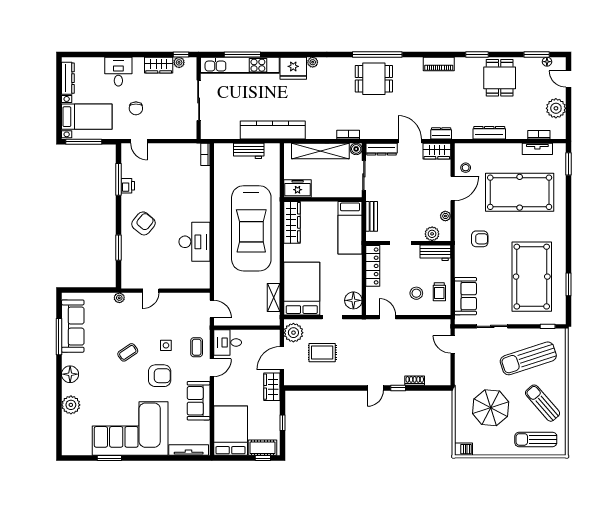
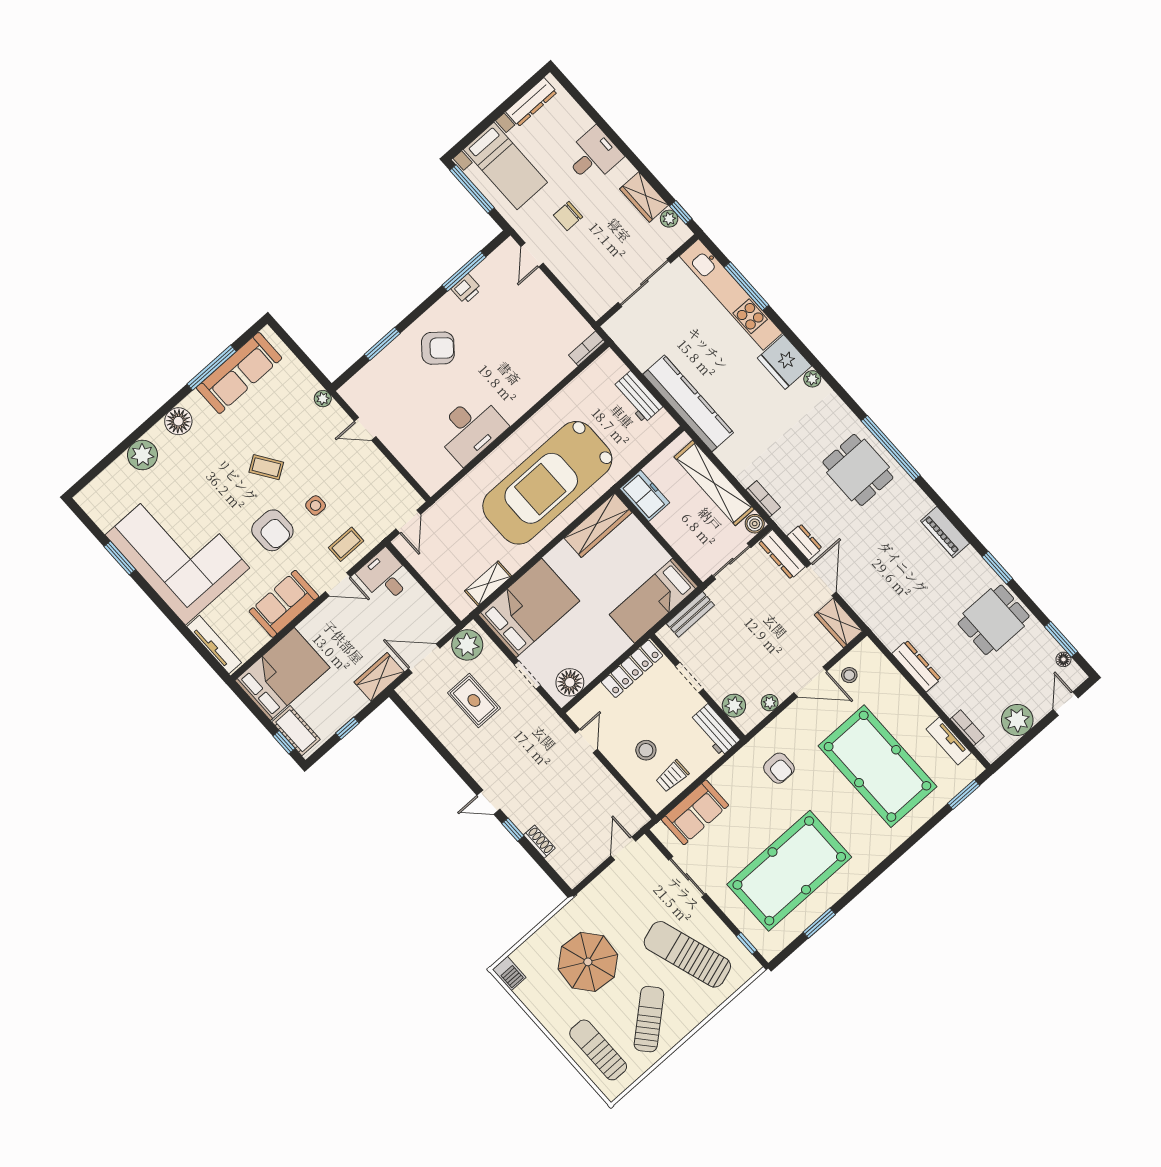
dresser: (441, 133) -> (805, 542), moved

